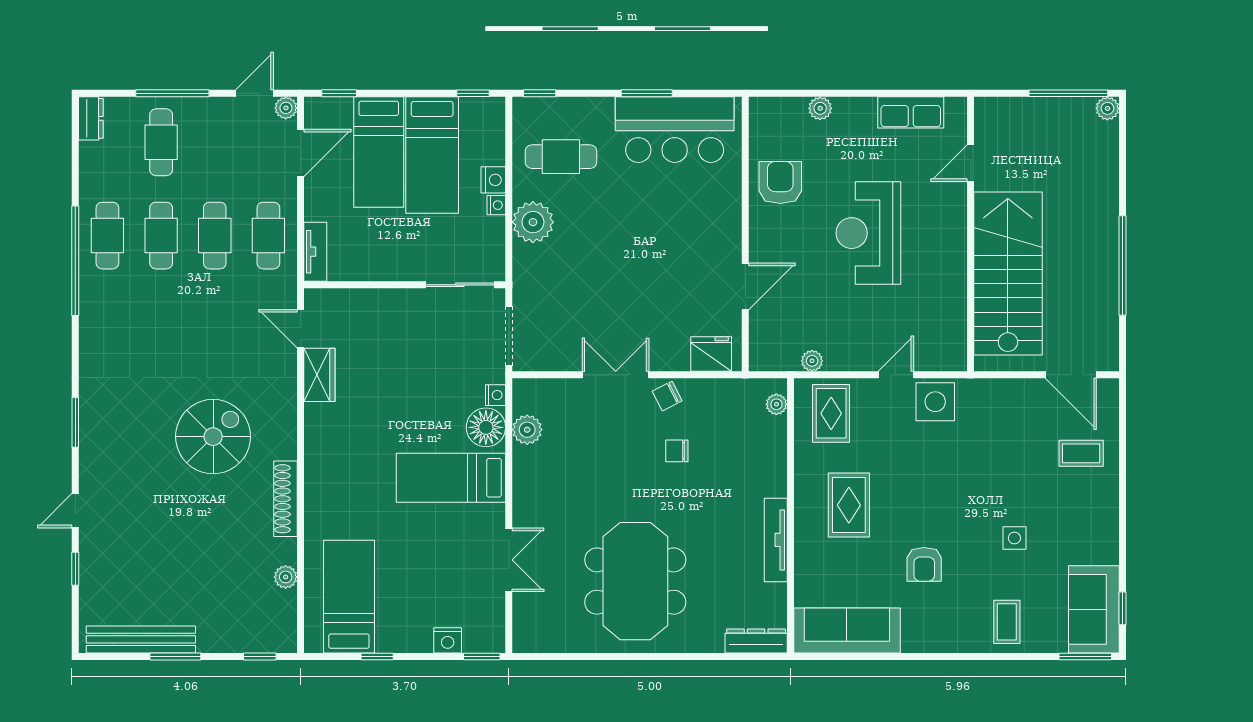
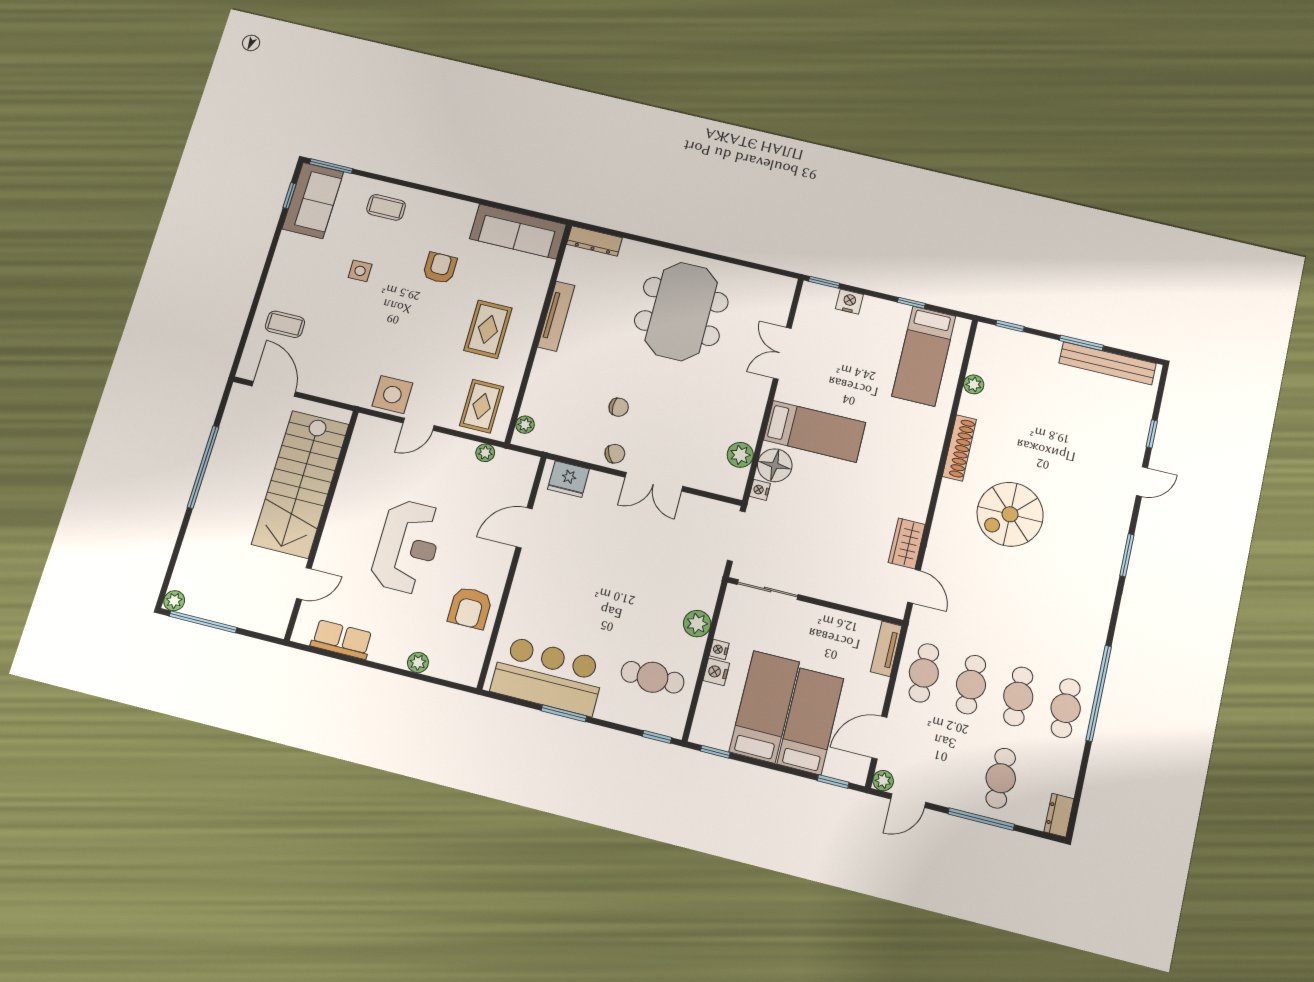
plant: (533, 222) -> (697, 624), width x0.73, depth x0.73
coffee table: (1007, 622) -> (386, 207), turned 90

